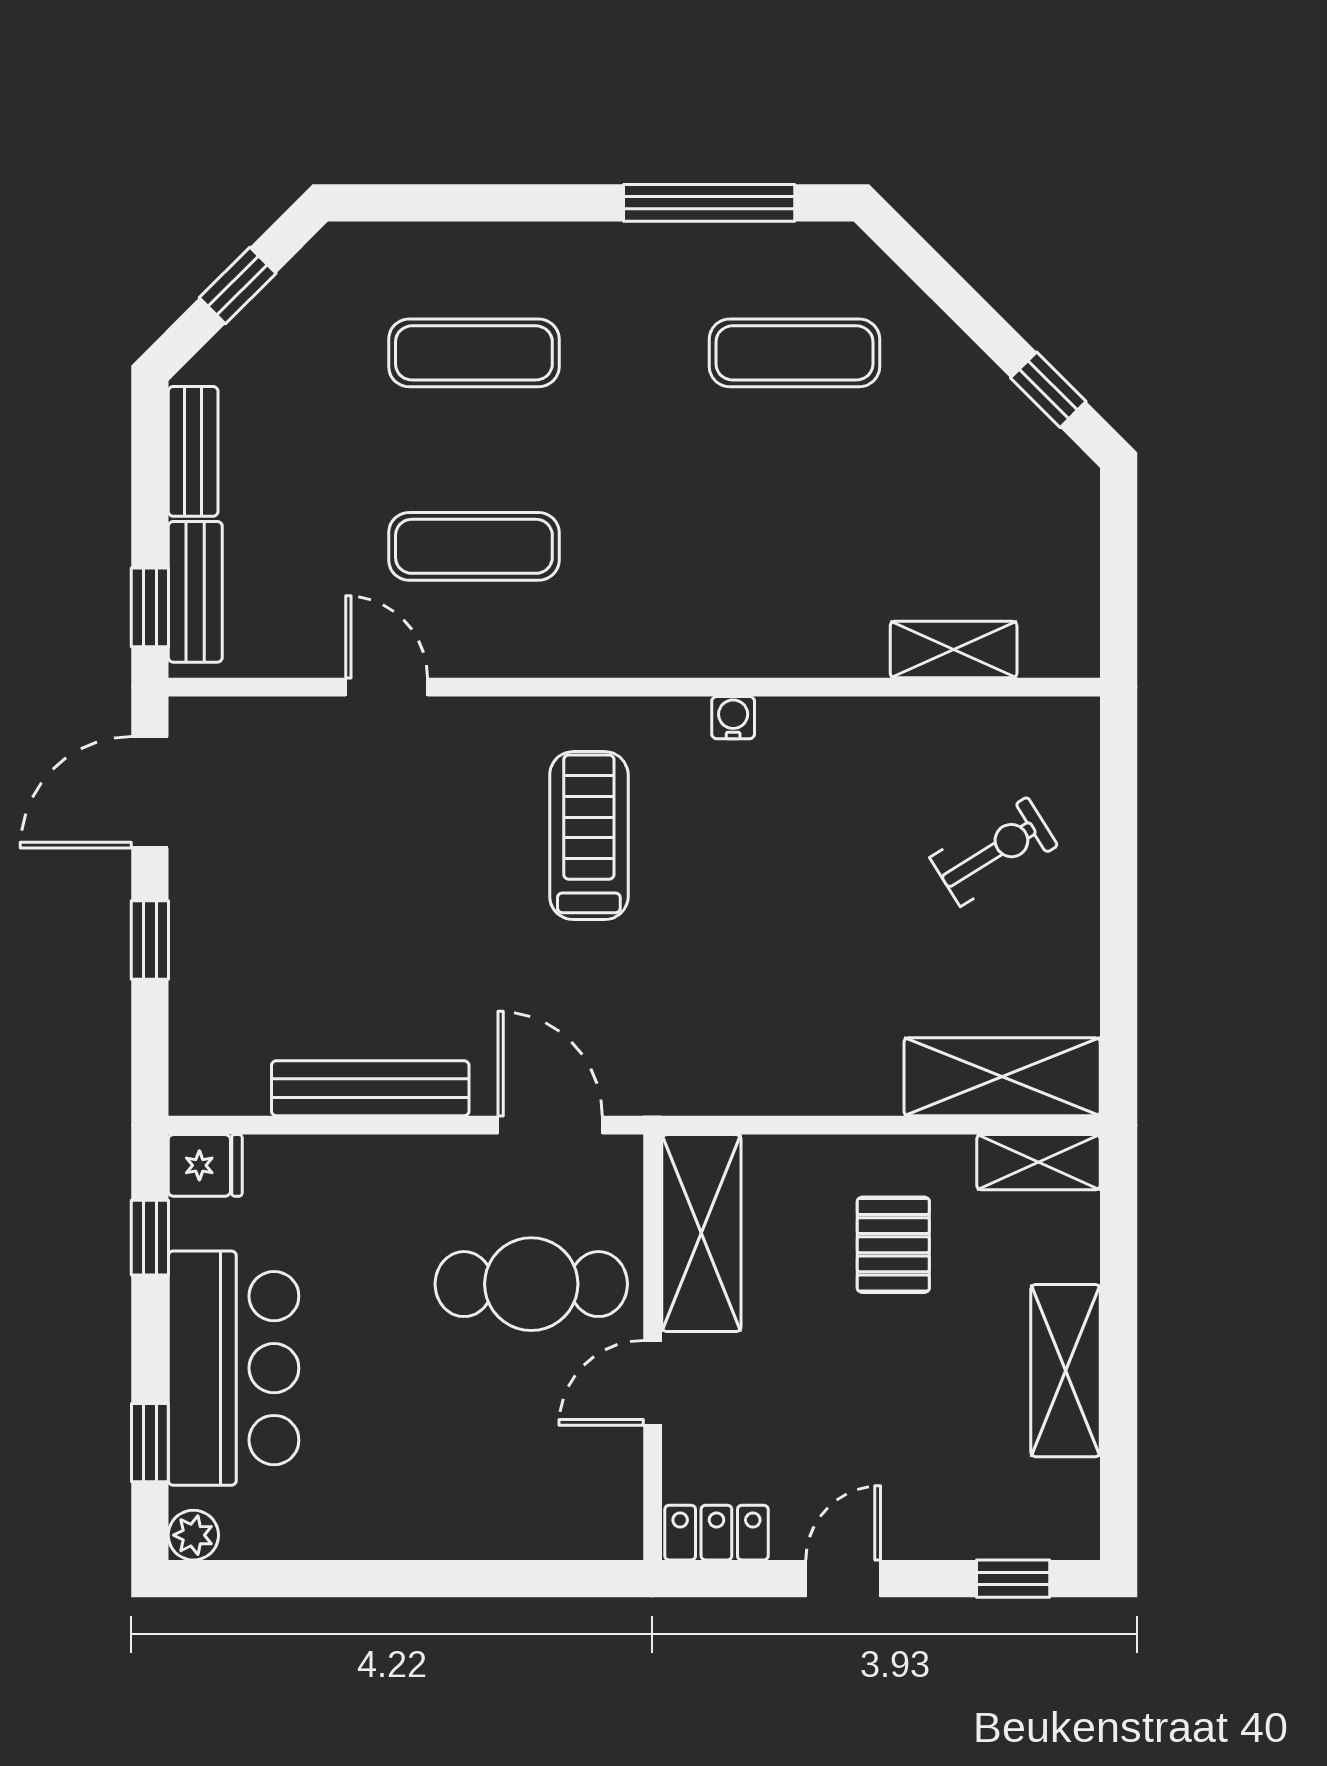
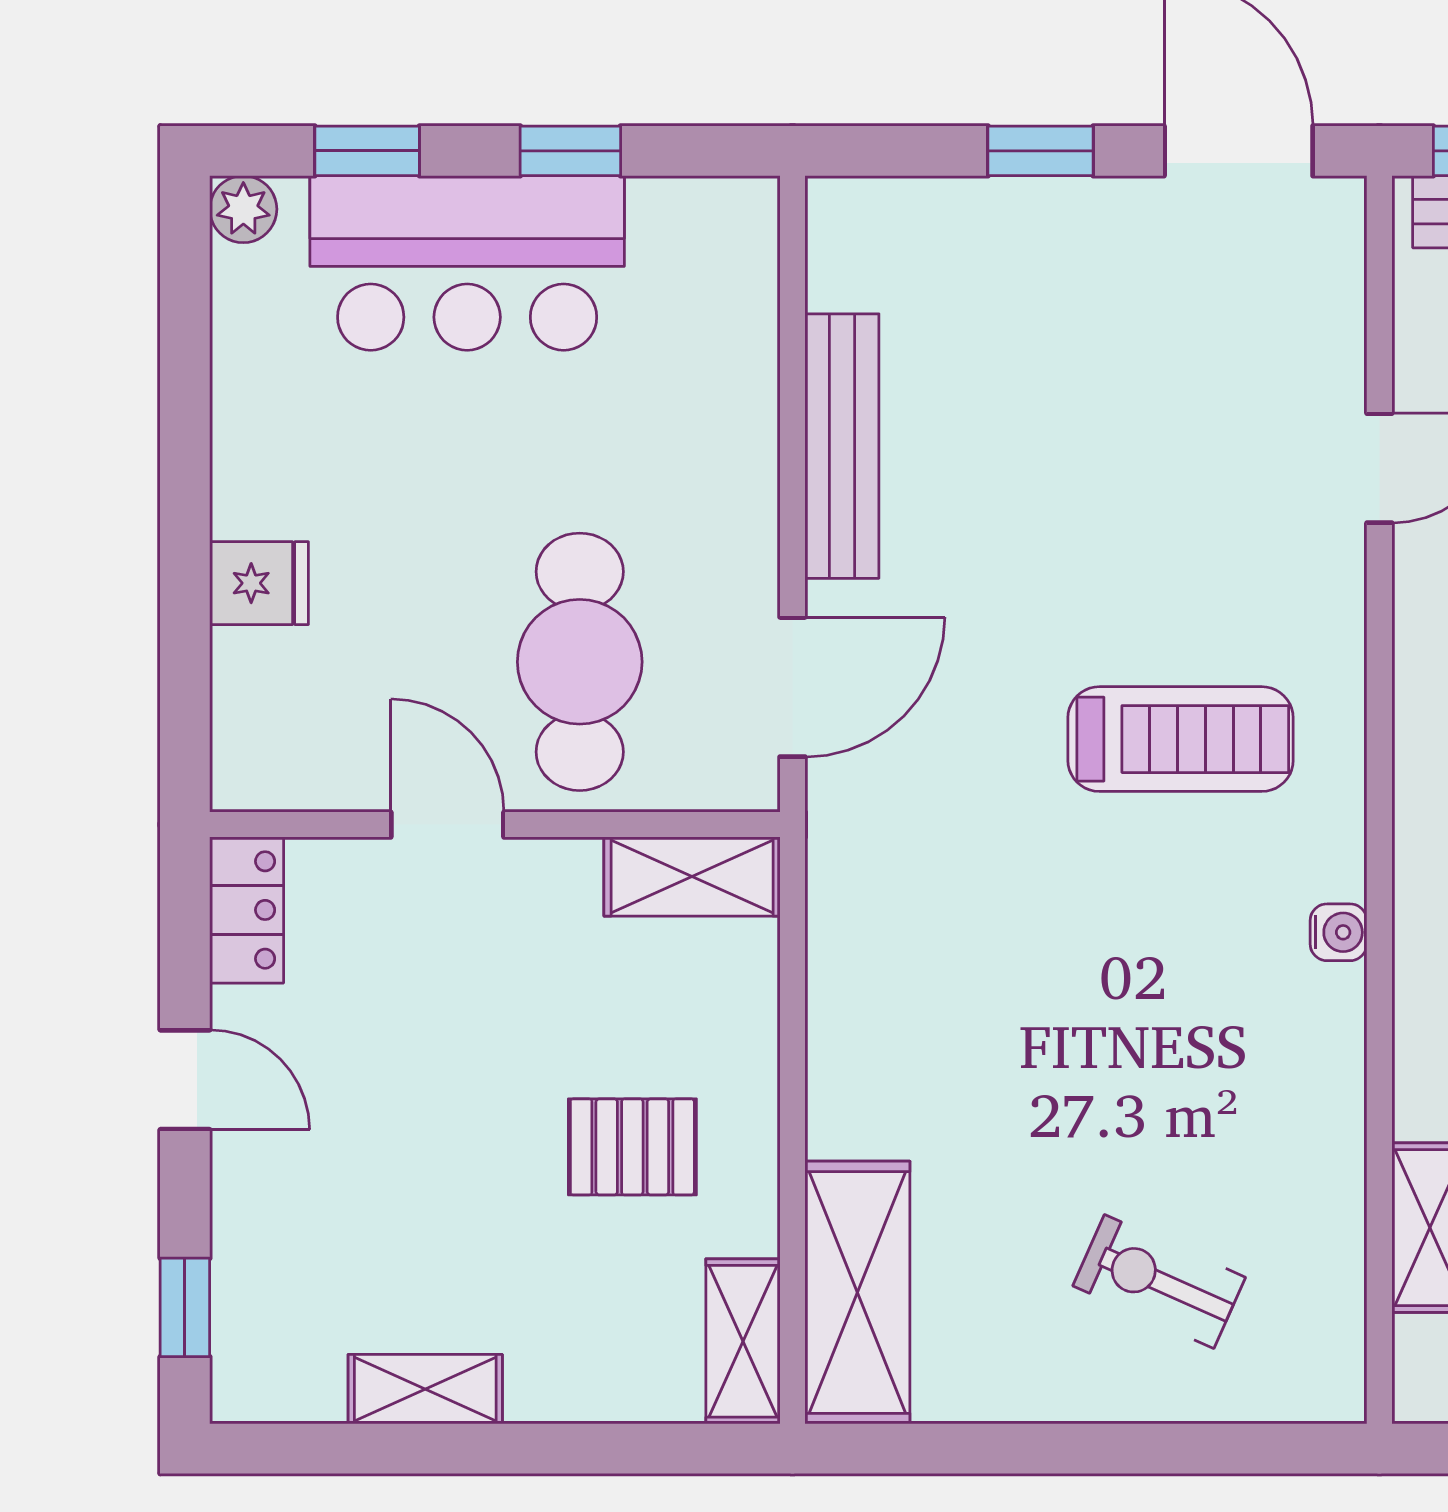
exercise bike: (994, 852) -> (1159, 1282), turned 146
fridge: (205, 1165) -> (259, 583), moved, turned -90
shelving: (701, 1233) -> (692, 877), width x0.67, depth x0.75
window: (150, 1238) -> (570, 151), moved
shelving: (1065, 1371) -> (425, 1389), width x0.67, depth x0.75

